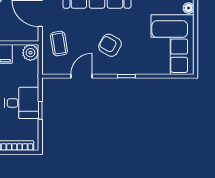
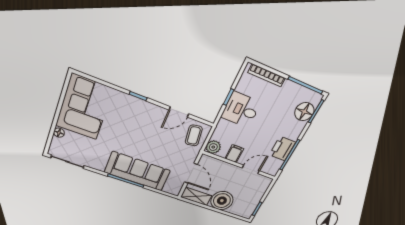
coffee table: (59, 44) -> (194, 135), moved
armchair: (110, 45) -> (143, 128), removed

